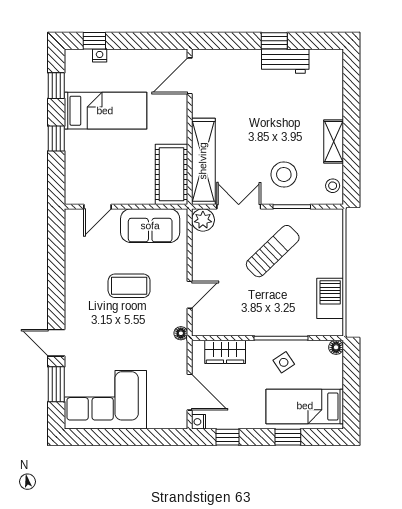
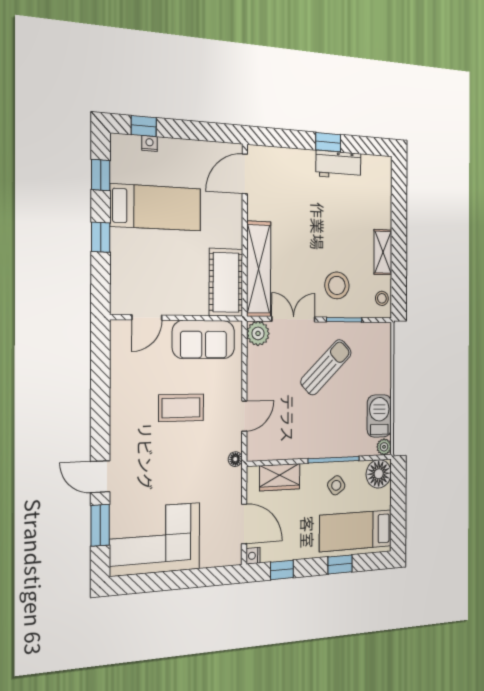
plant: (335, 328) -> (384, 447), added
floor lamp: (336, 347) -> (379, 474), width x1.89, depth x1.89

